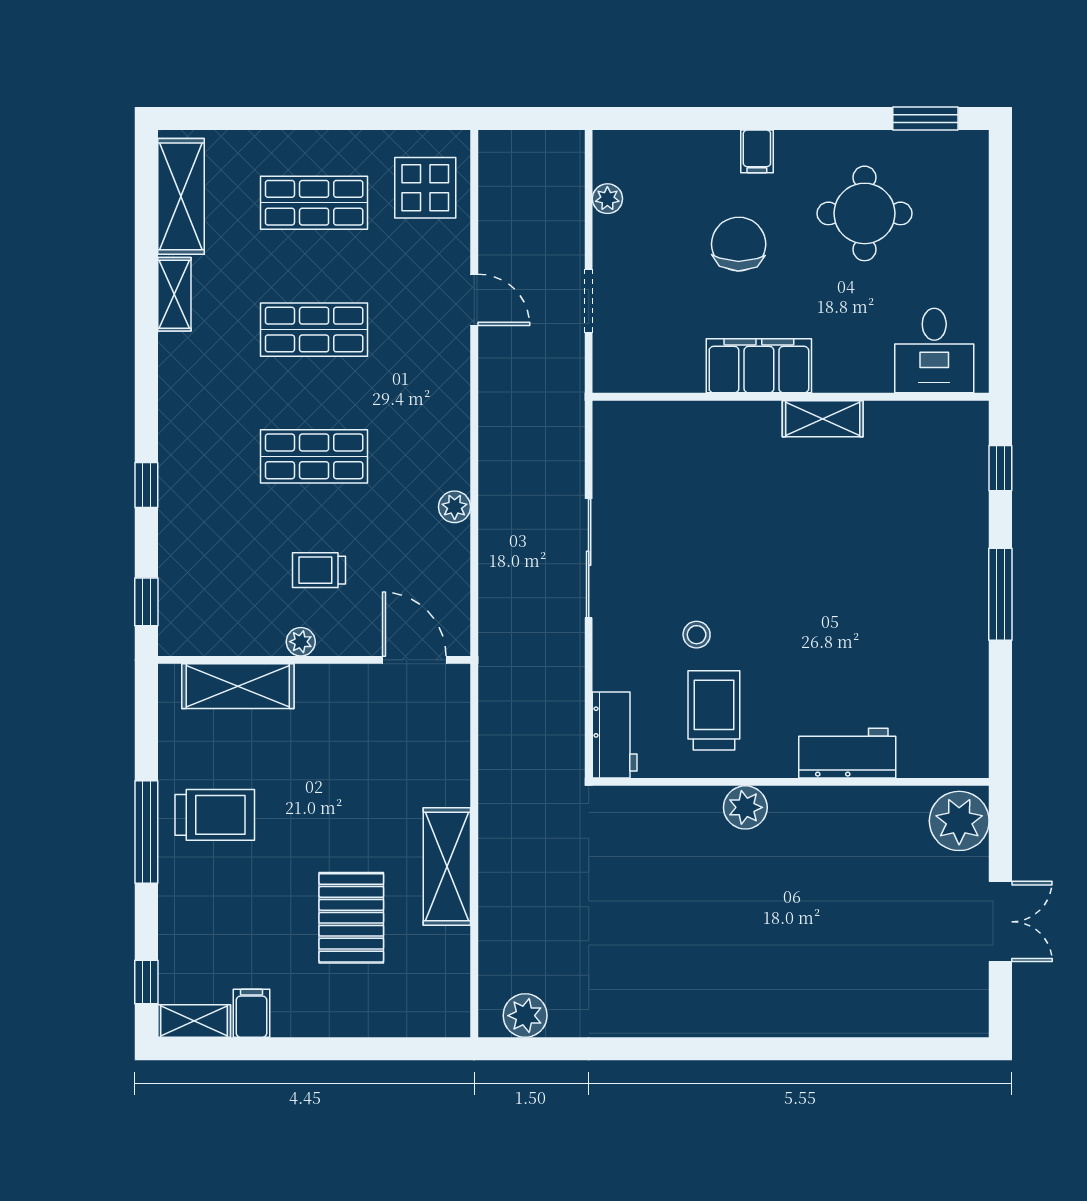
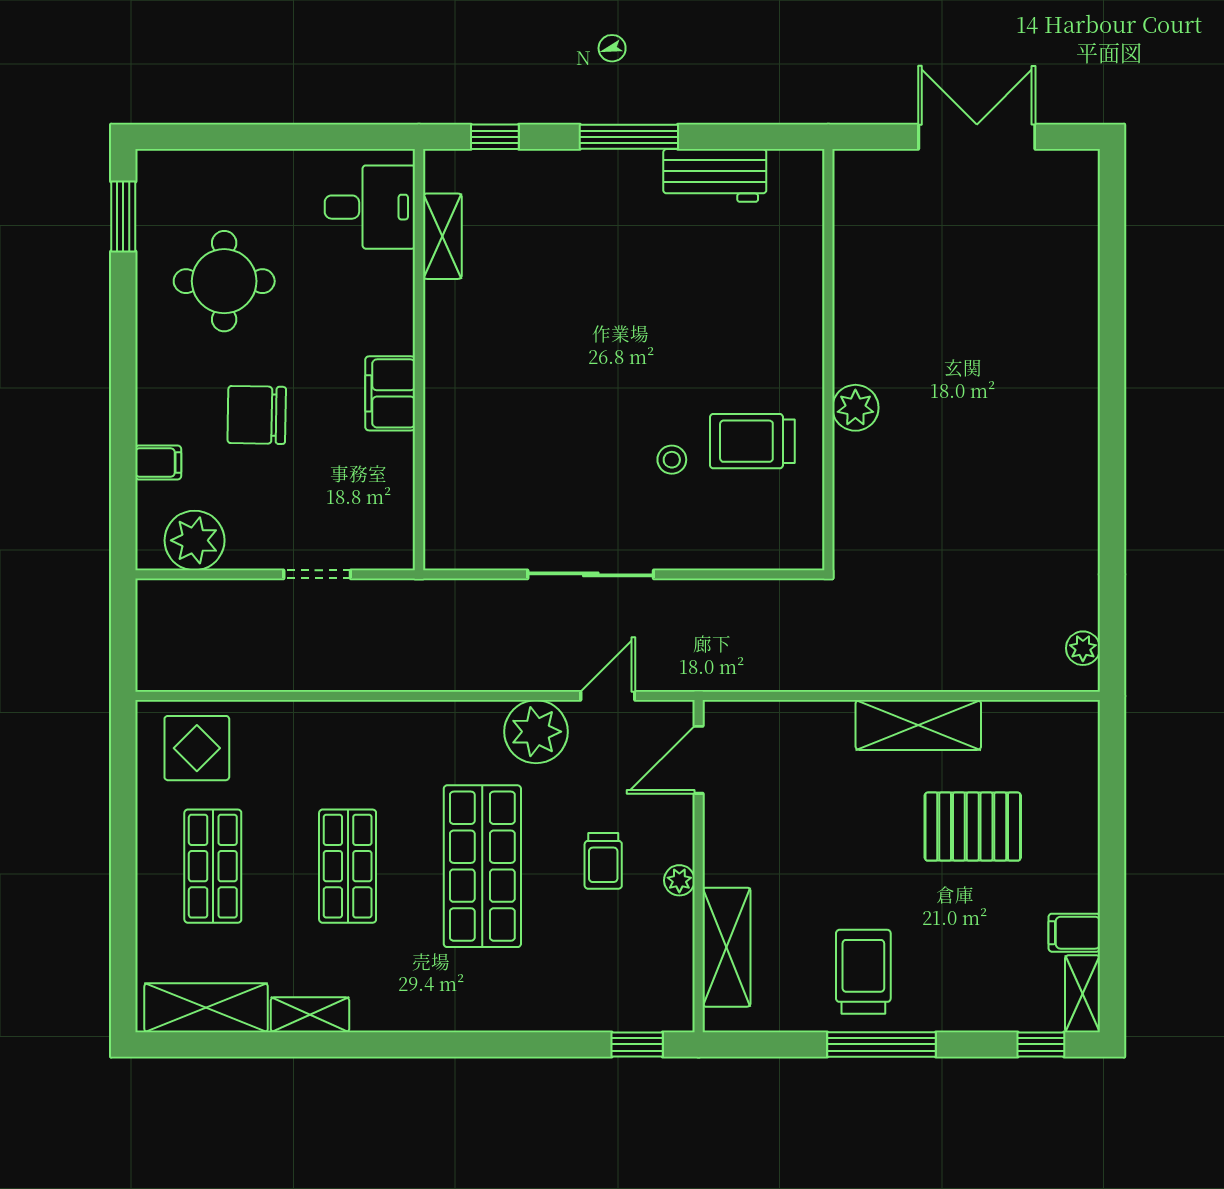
filing cabinet: (757, 151) -> (158, 462), moved
plant: (607, 199) -> (195, 540), width x1.88, depth x1.88
door: (474, 300) -> (608, 696), moved
filing cabinet: (759, 366) -> (390, 393), width x0.67, depth x0.86
shelving: (823, 419) -> (442, 236), moved
shop shelf: (314, 456) -> (482, 866), width x1.43, depth x1.36
window: (146, 485) -> (513, 1044), removed
plant: (455, 507) -> (536, 732), width x1.88, depth x1.88
workbench: (615, 735) -> (778, 547), removed
workbench: (847, 753) -> (715, 175), moved, turned -90
plant: (959, 821) -> (870, 180), removed
double door: (1000, 922) -> (977, 137), width x1.37
plant: (525, 1016) -> (1083, 648), width x0.73, depth x0.73

